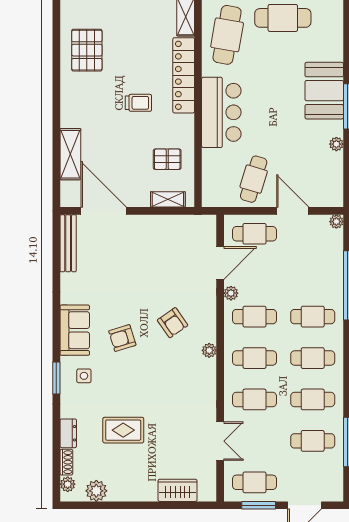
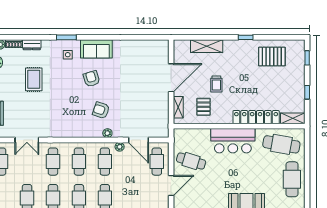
window: (56, 92) -> (246, 37), added
trolley: (138, 103) -> (216, 84), moved
door: (104, 211) -> (171, 78), moved
bench: (68, 243) -> (151, 45), removed
armchair: (173, 323) -> (101, 110), turned 53
plant: (209, 350) -> (107, 133), moved

